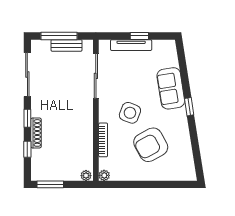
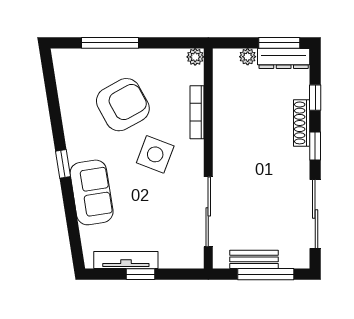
tv unit: (131, 45) -> (126, 260), moved
dresser: (48, 174) -> (284, 58), added
plant: (86, 176) -> (248, 57), moved
window: (159, 184) -> (110, 43), added

